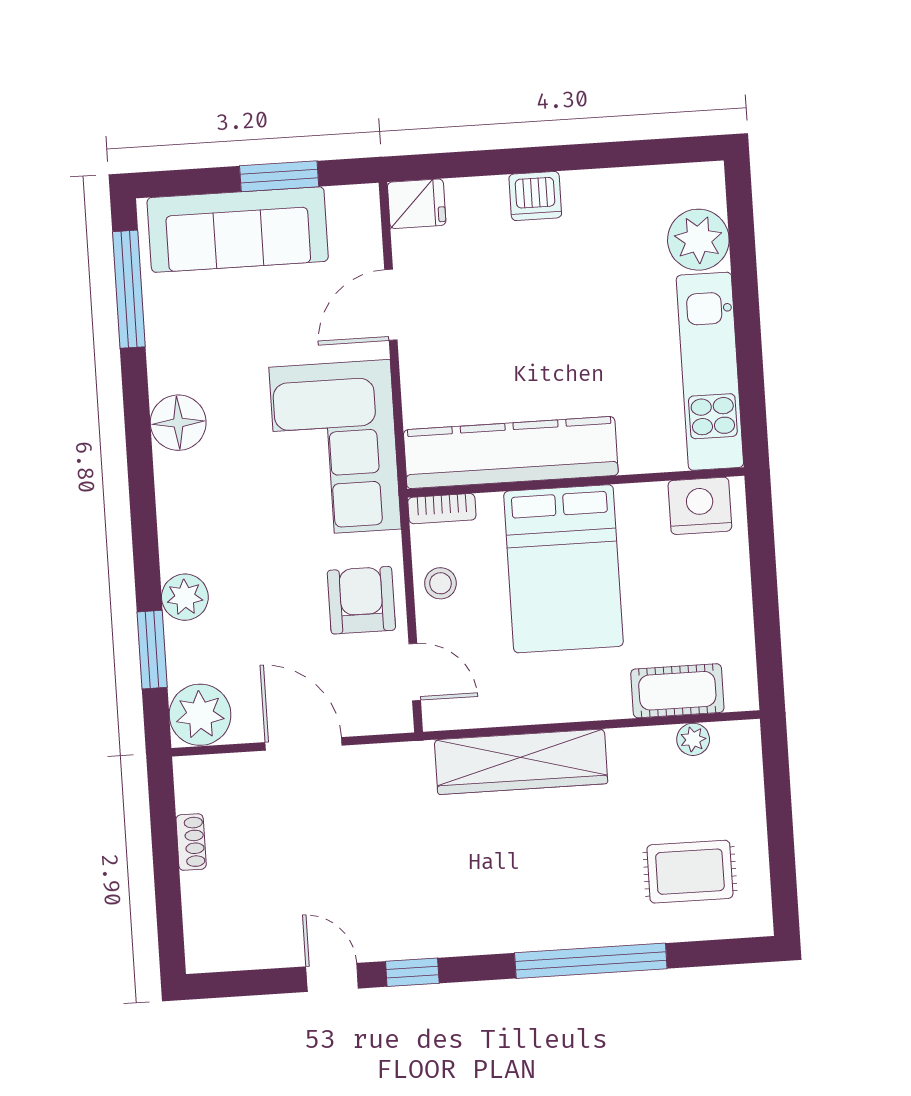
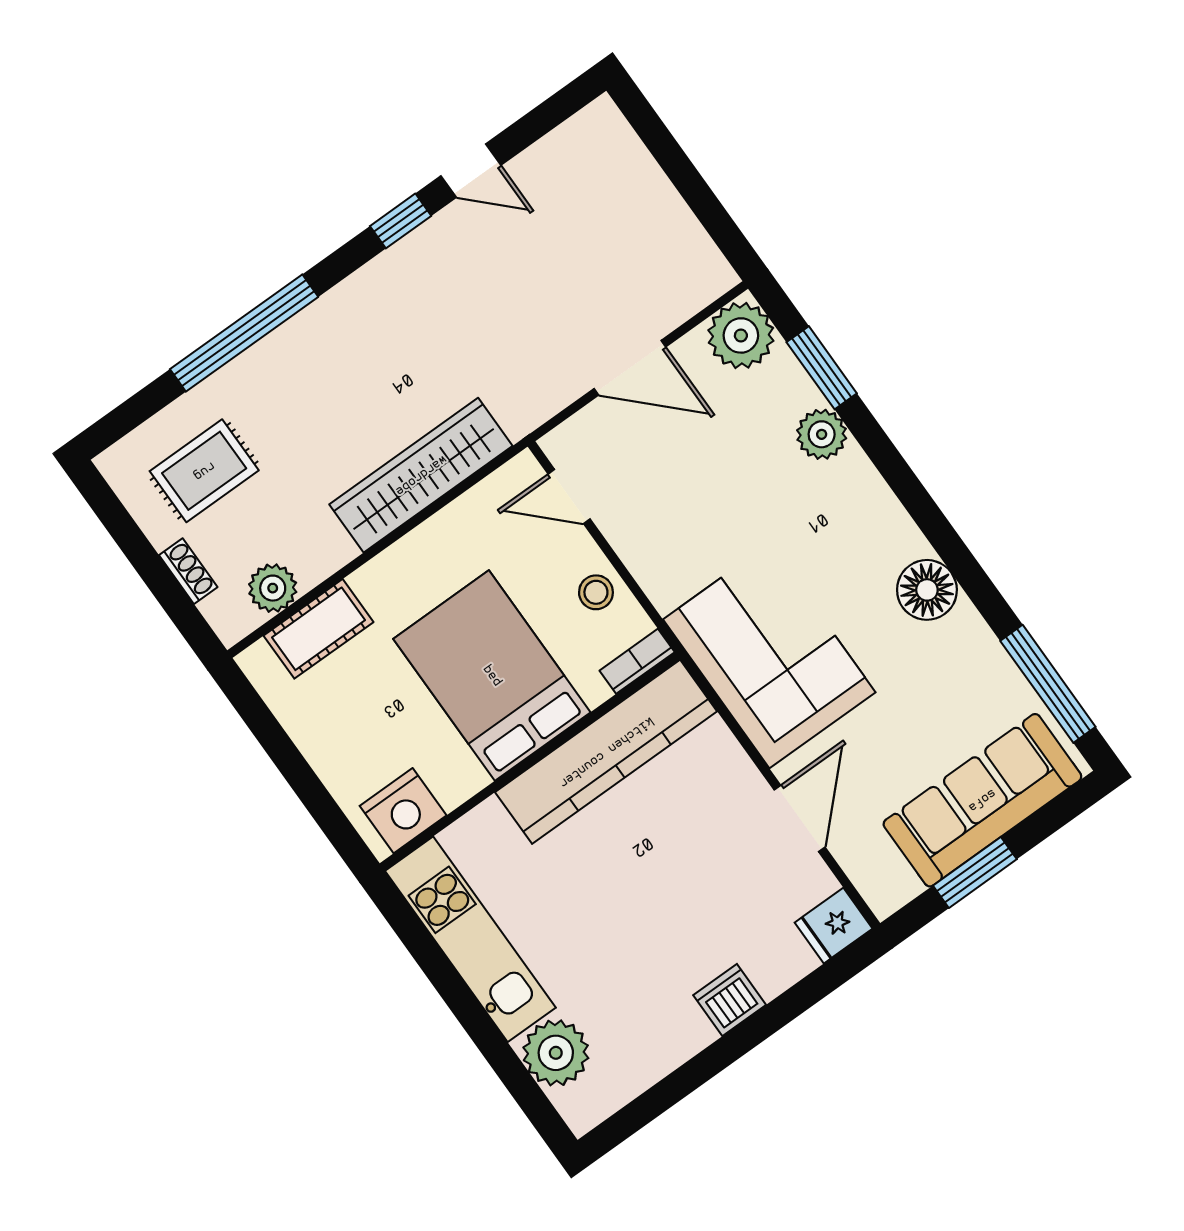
armchair: (361, 600) -> (659, 532), removed
plant: (693, 739) -> (273, 588), width x1.38, depth x1.38
shoe rack: (191, 842) -> (188, 571), moved, turned 180

